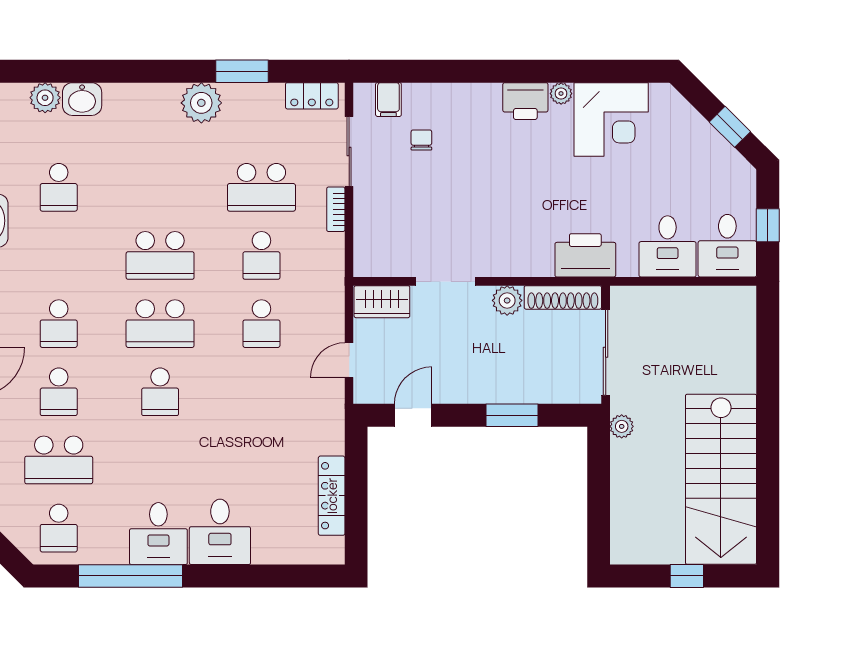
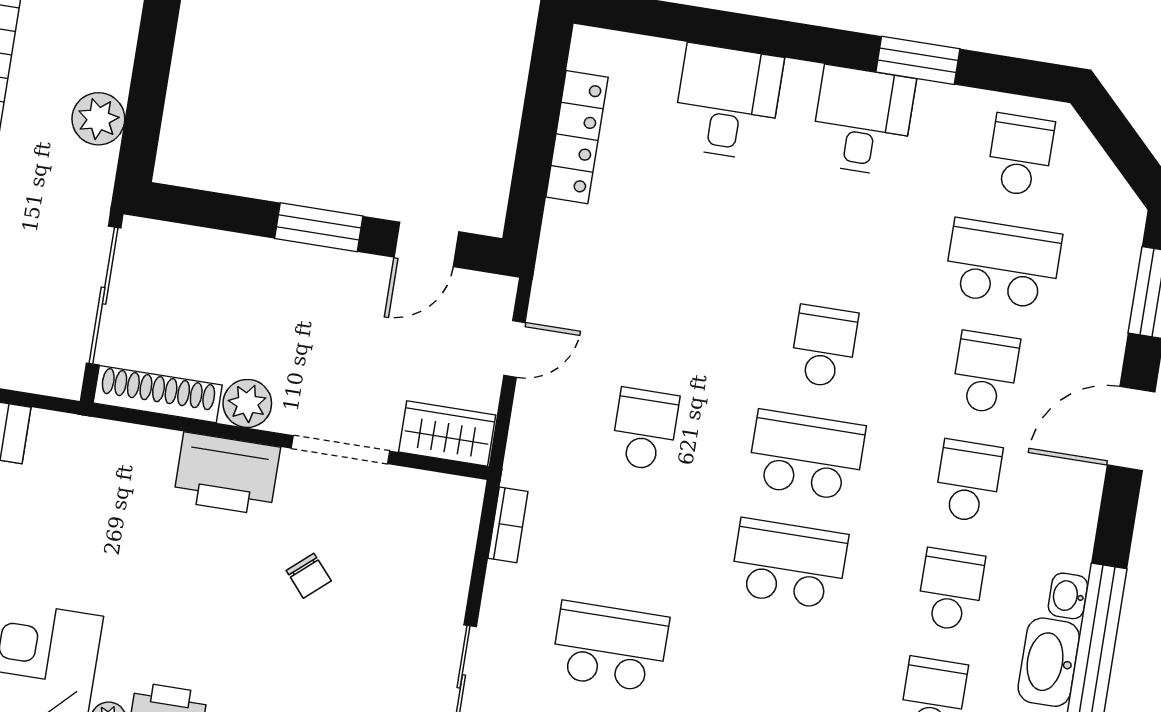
chair: (421, 140) -> (309, 576), moved, turned -41
bookcase: (336, 209) -> (508, 525), moved
school desk: (261, 255) -> (951, 590), moved
printer: (585, 255) -> (227, 474), moved
window: (512, 415) -> (319, 227), moved
plant: (622, 426) -> (98, 119), moved, width x1.38, depth x1.38
desk: (220, 532) -> (728, 102), moved
window: (131, 576) -> (918, 60), width x0.47

